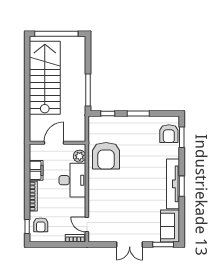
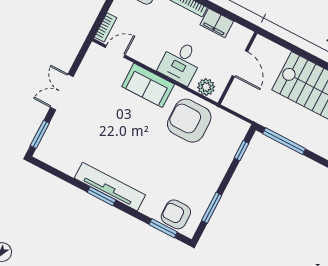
window: (138, 113) -> (212, 208), moved
desk: (72, 180) -> (181, 62), width x0.73
sofa: (170, 226) -> (148, 85), moved, turned 180

